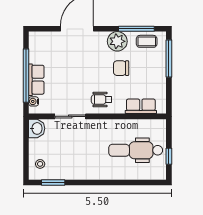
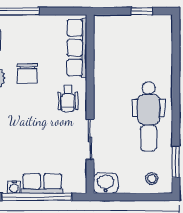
water cooler: (34, 101) -> (14, 187), moved
row of seats: (141, 106) -> (77, 48), width x1.48
dental chair: (136, 150) -> (149, 116), moved

